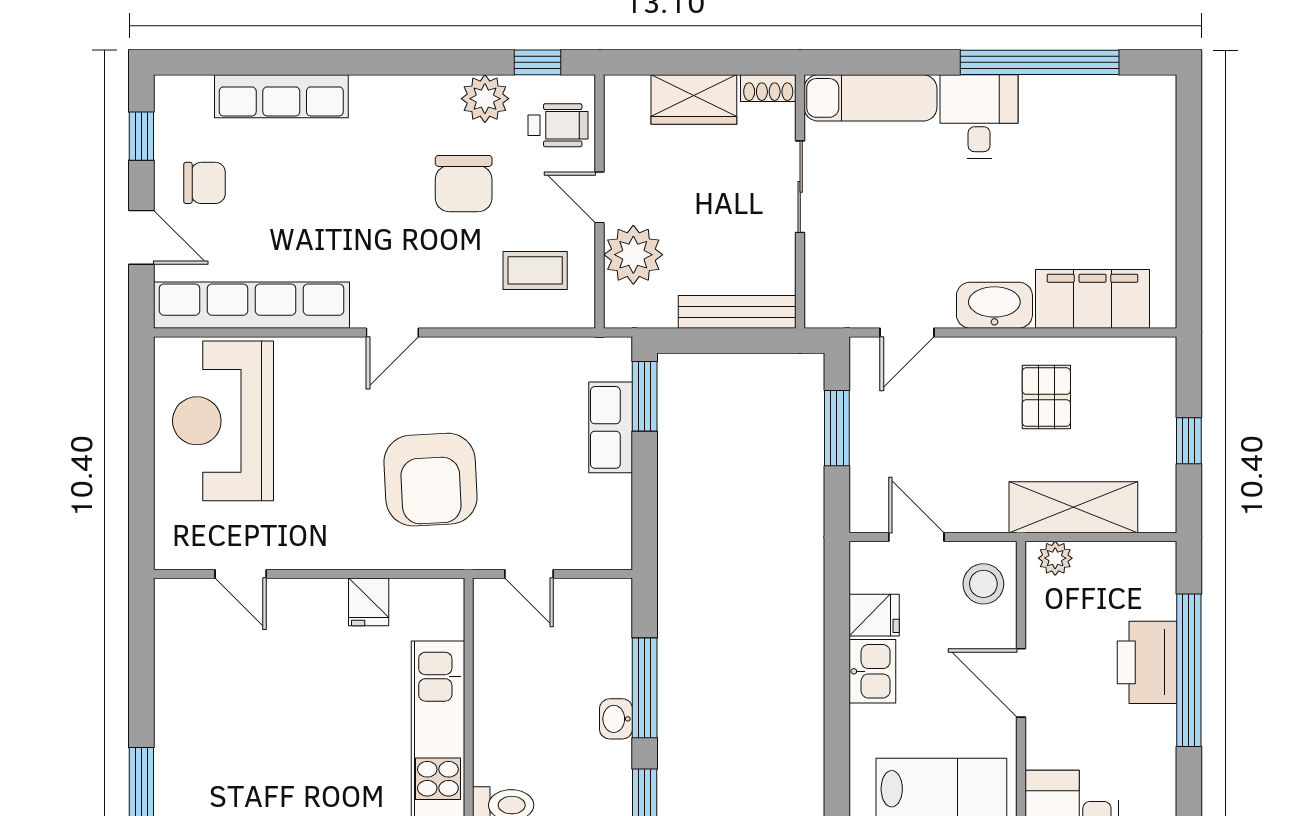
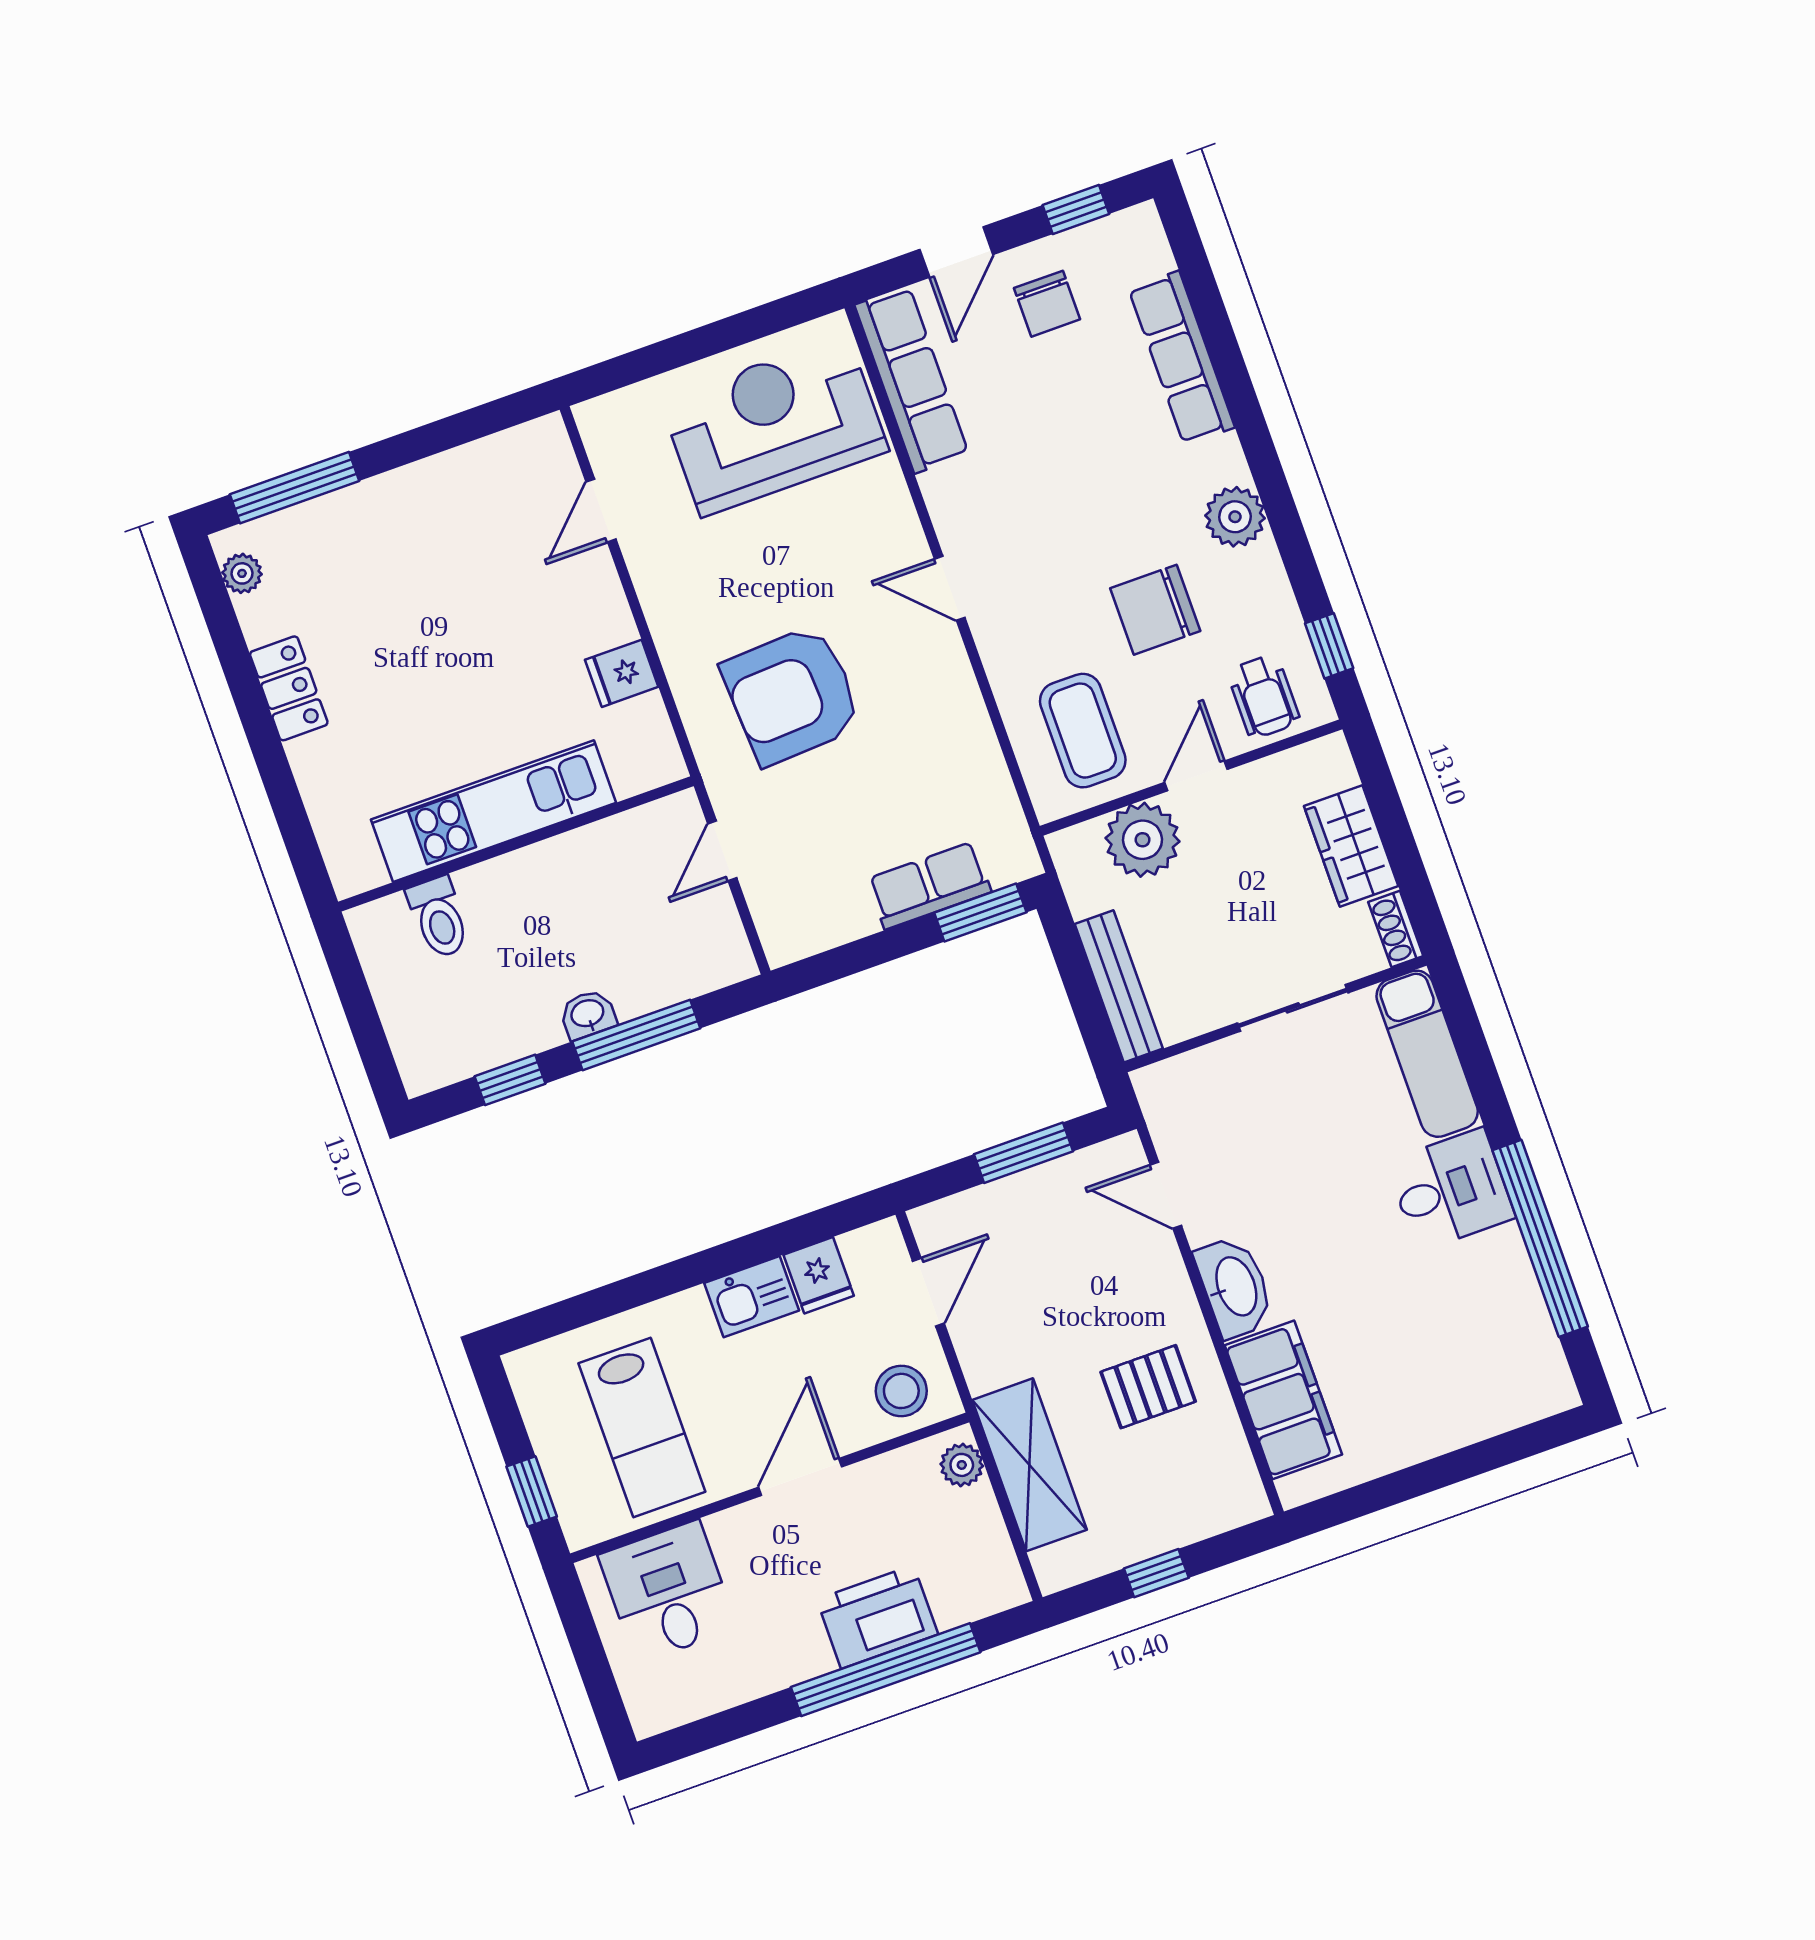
plant: (485, 99) -> (1235, 517), moved
coffee table: (535, 270) -> (1083, 731), width x1.36, depth x1.30
row of seats: (252, 305) -> (912, 380), width x0.73

